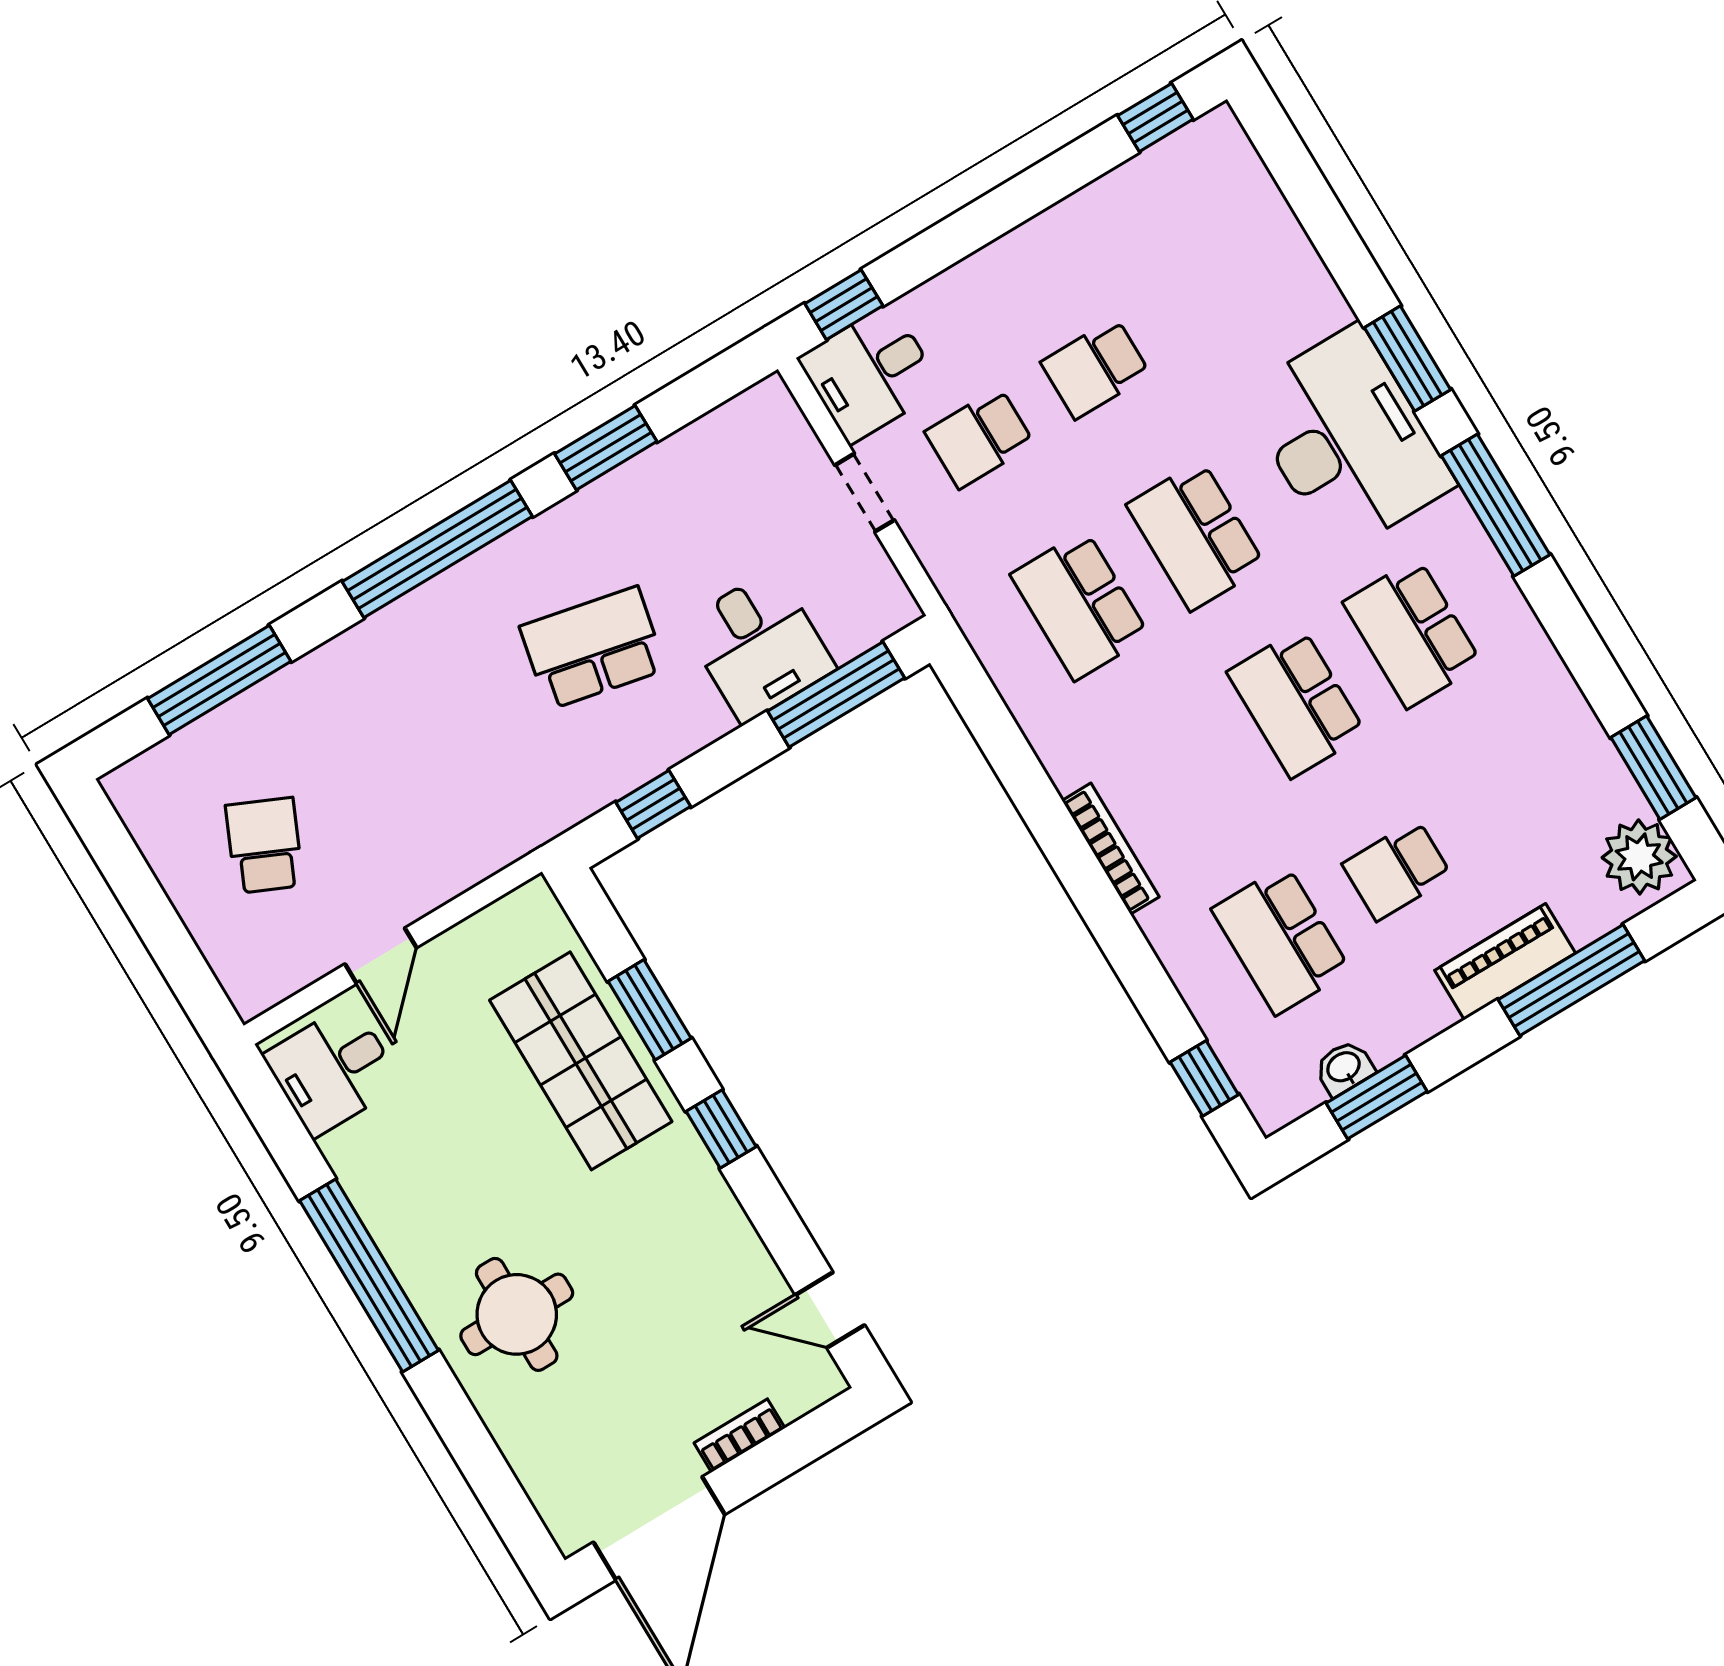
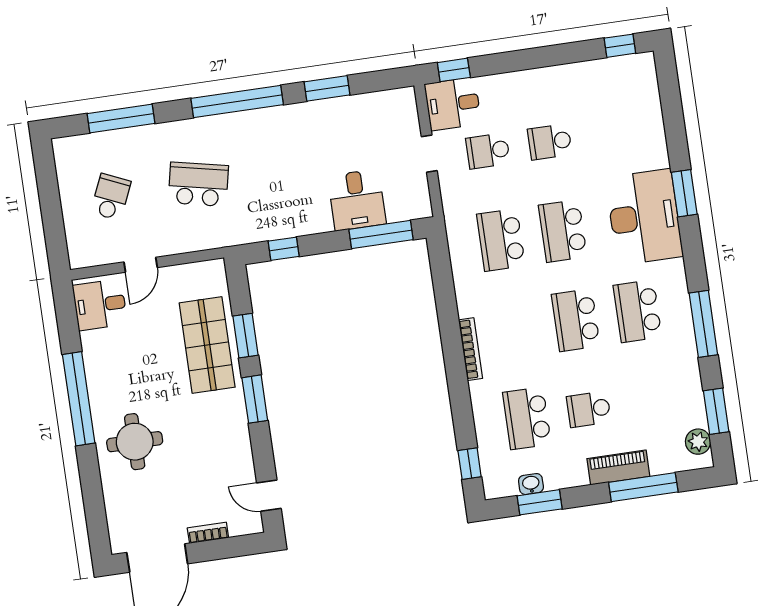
window: (1496, 505) -> (703, 324), moved
school desk: (593, 648) -> (198, 184), moved
plant: (1639, 857) -> (698, 442), width x0.73, depth x0.73
window: (721, 1129) -> (255, 399), width x1.50

